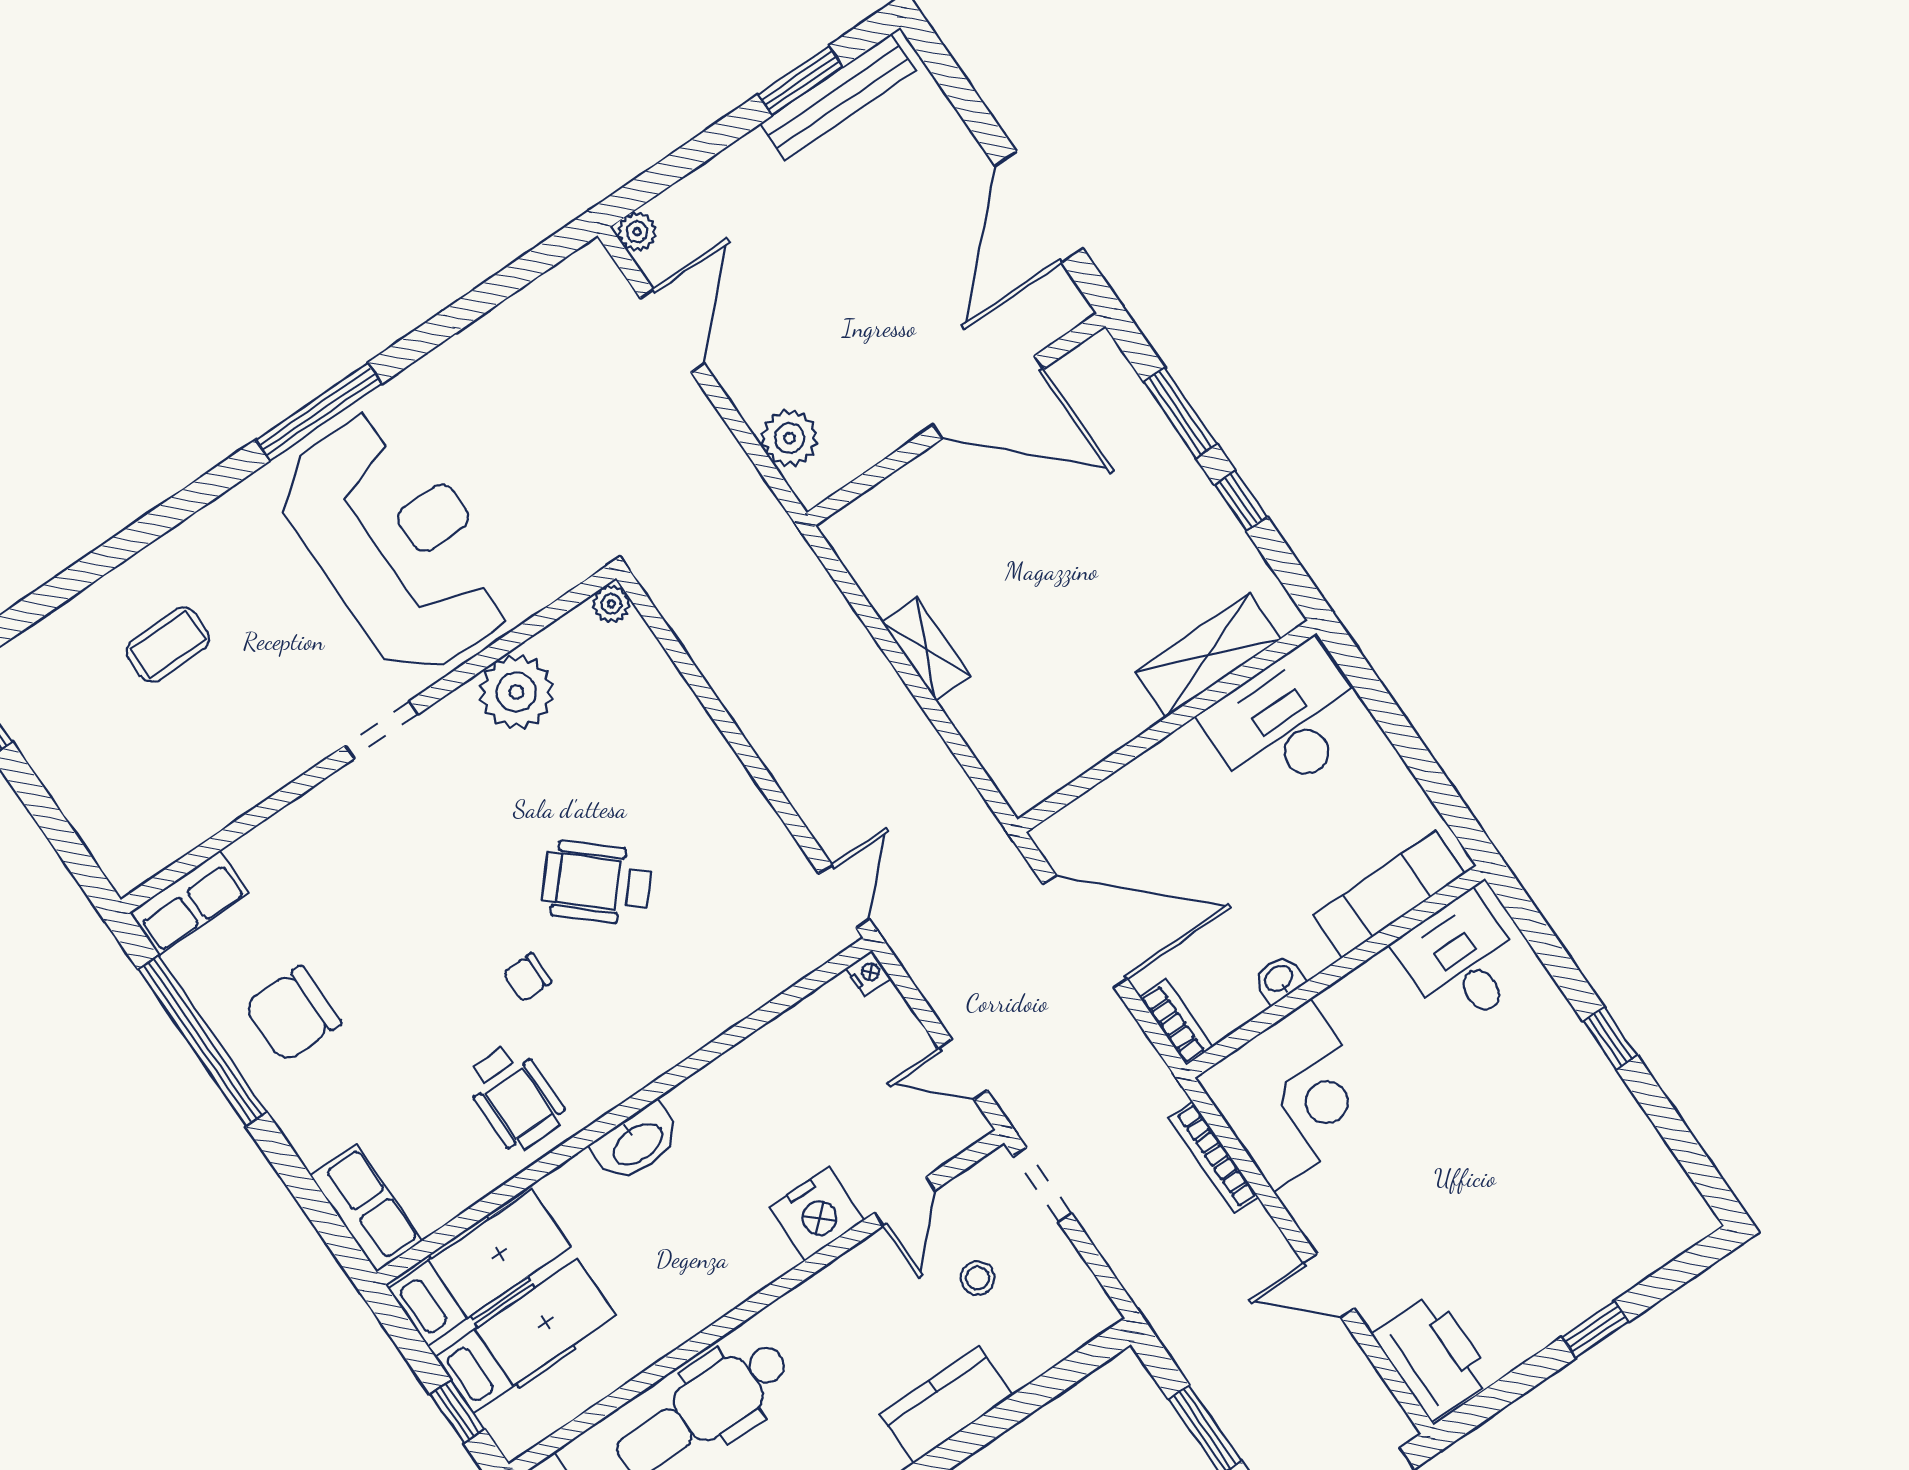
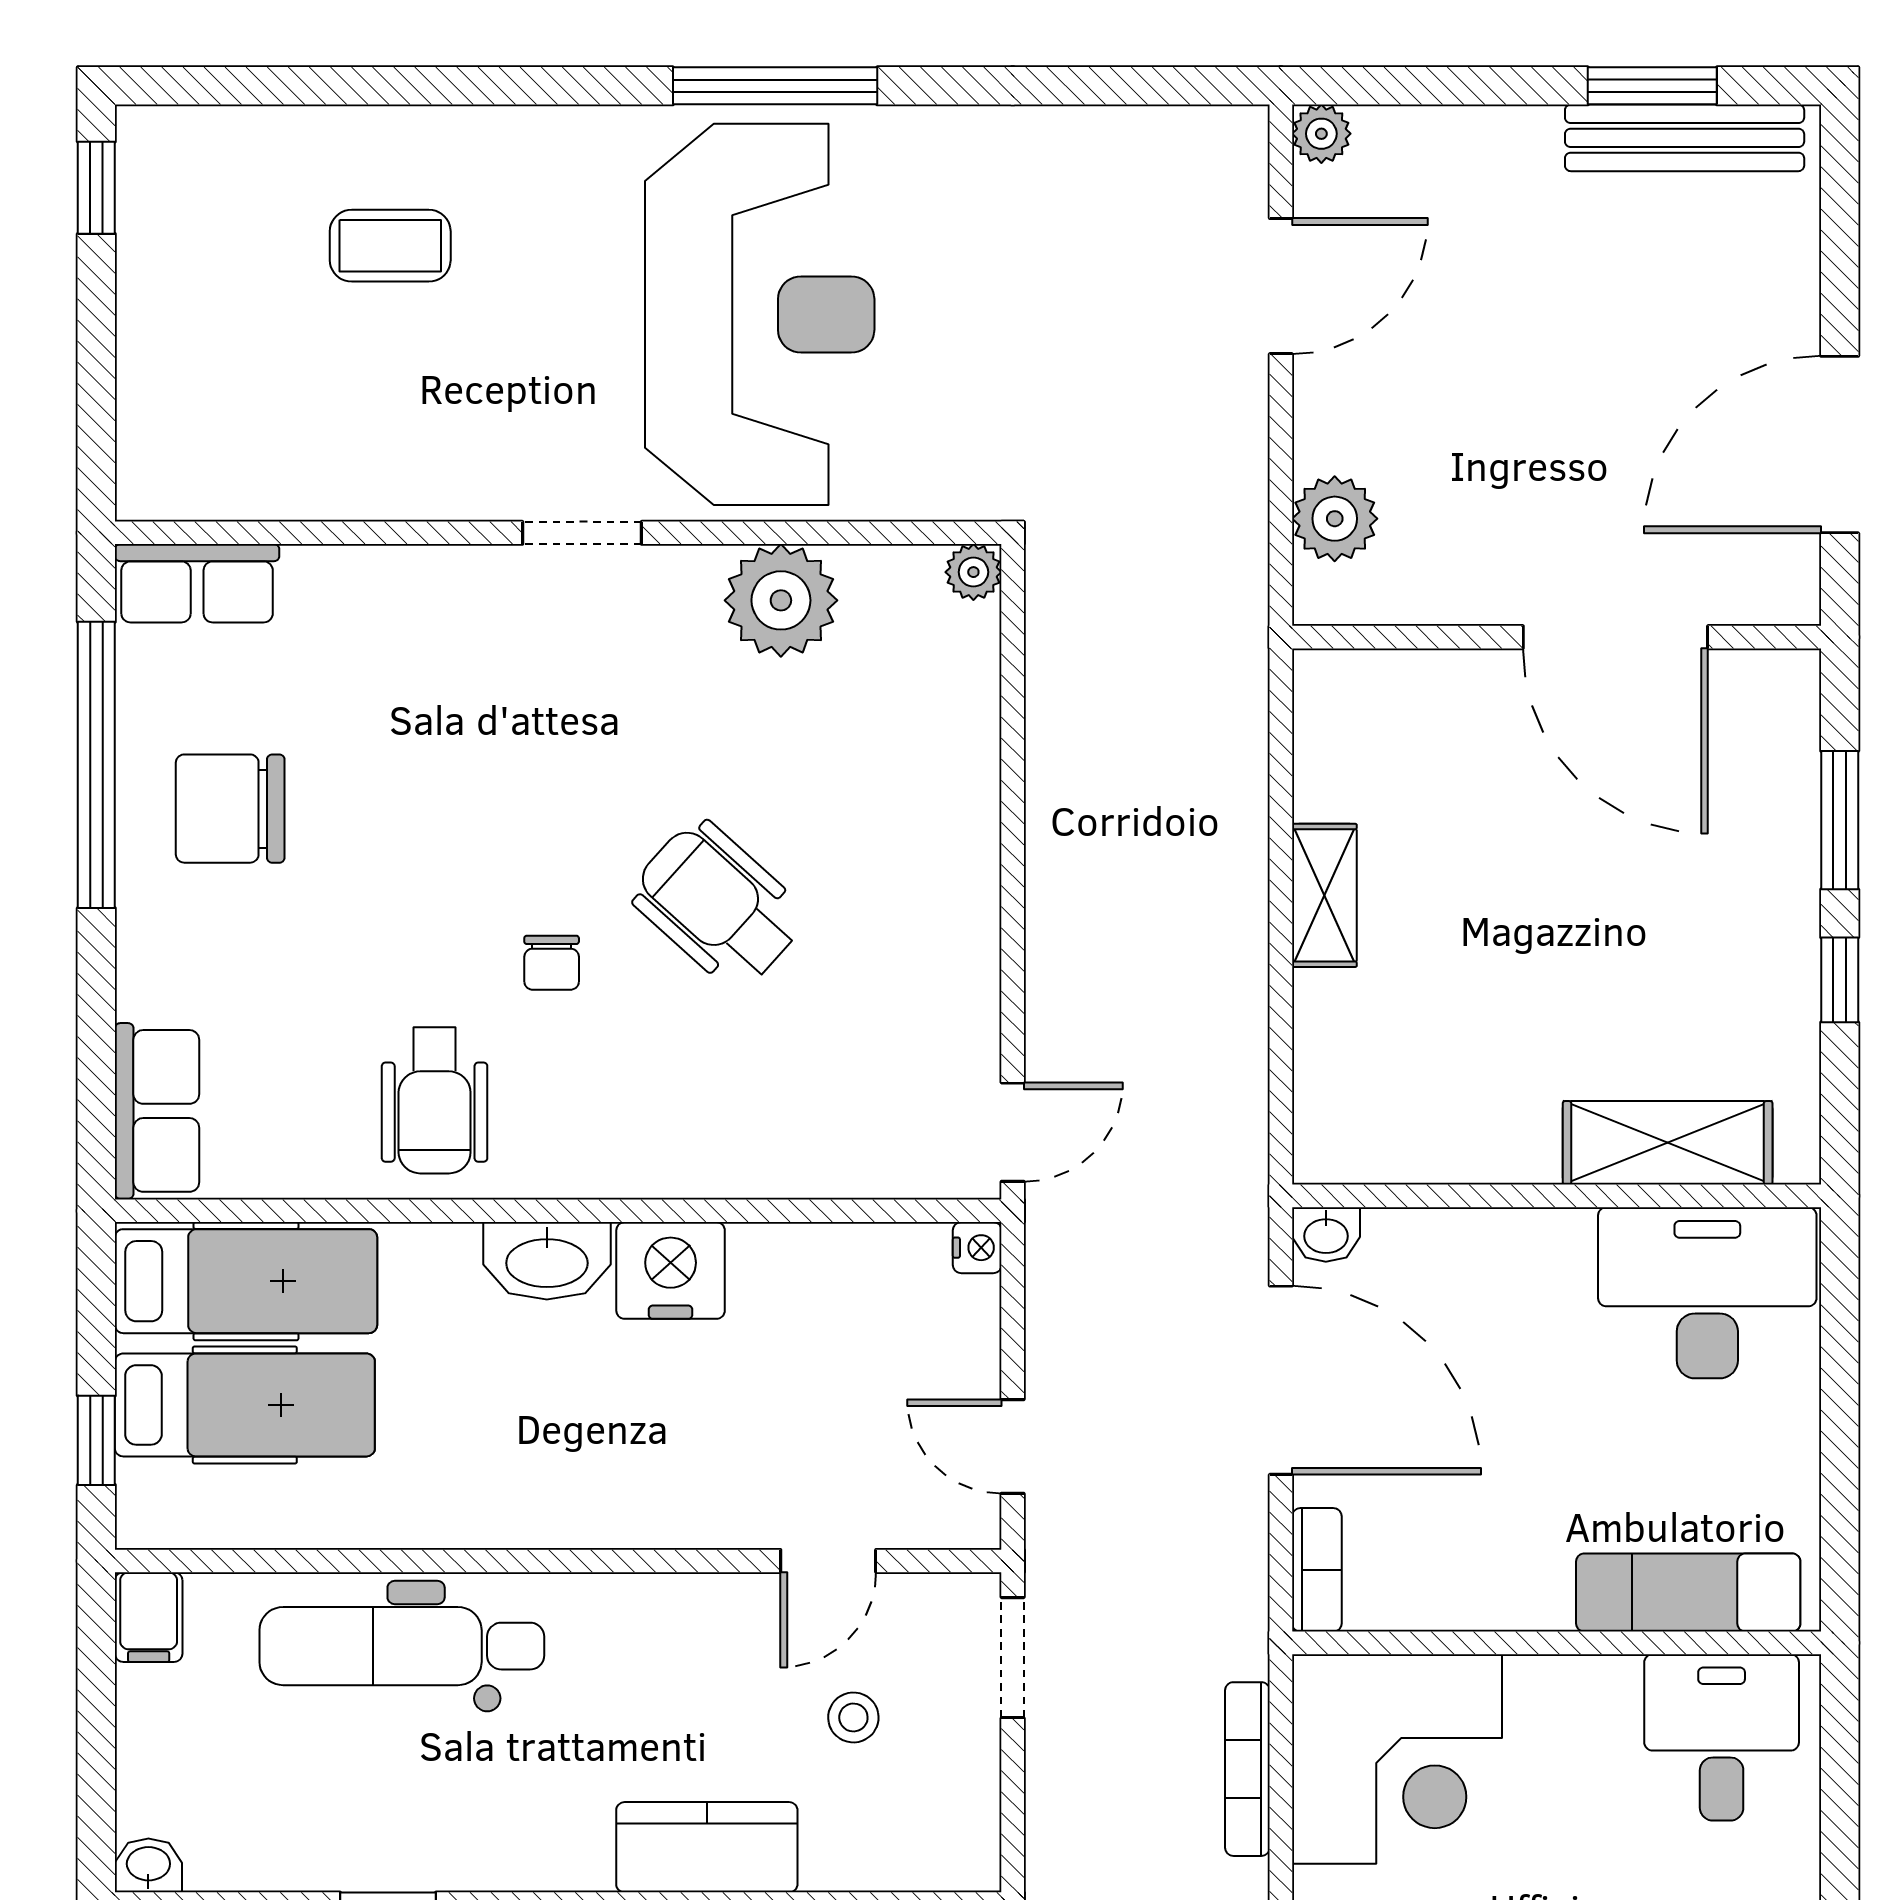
chair: (527, 977) -> (552, 963), turned -90
washbasin: (1279, 979) -> (1326, 1234), moved, turned 180
nightstand: (817, 1214) -> (671, 1270), moved, turned 180

